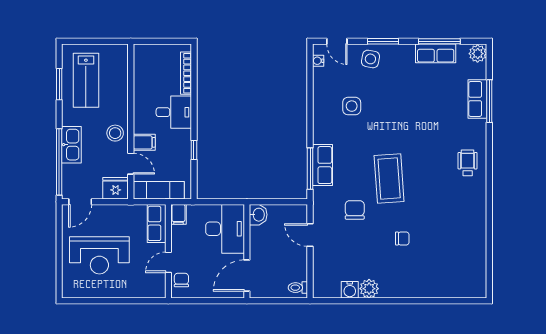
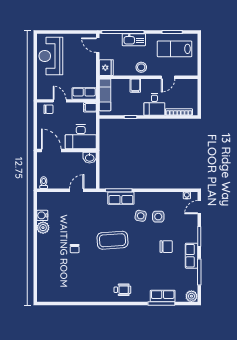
row of seats: (436, 53) -> (192, 256), moved
side table: (370, 59) -> (141, 216), moved
door: (131, 164) -> (168, 77), moved
chair: (355, 210) -> (166, 247), moved
reception desk: (99, 255) -> (51, 56), moved

